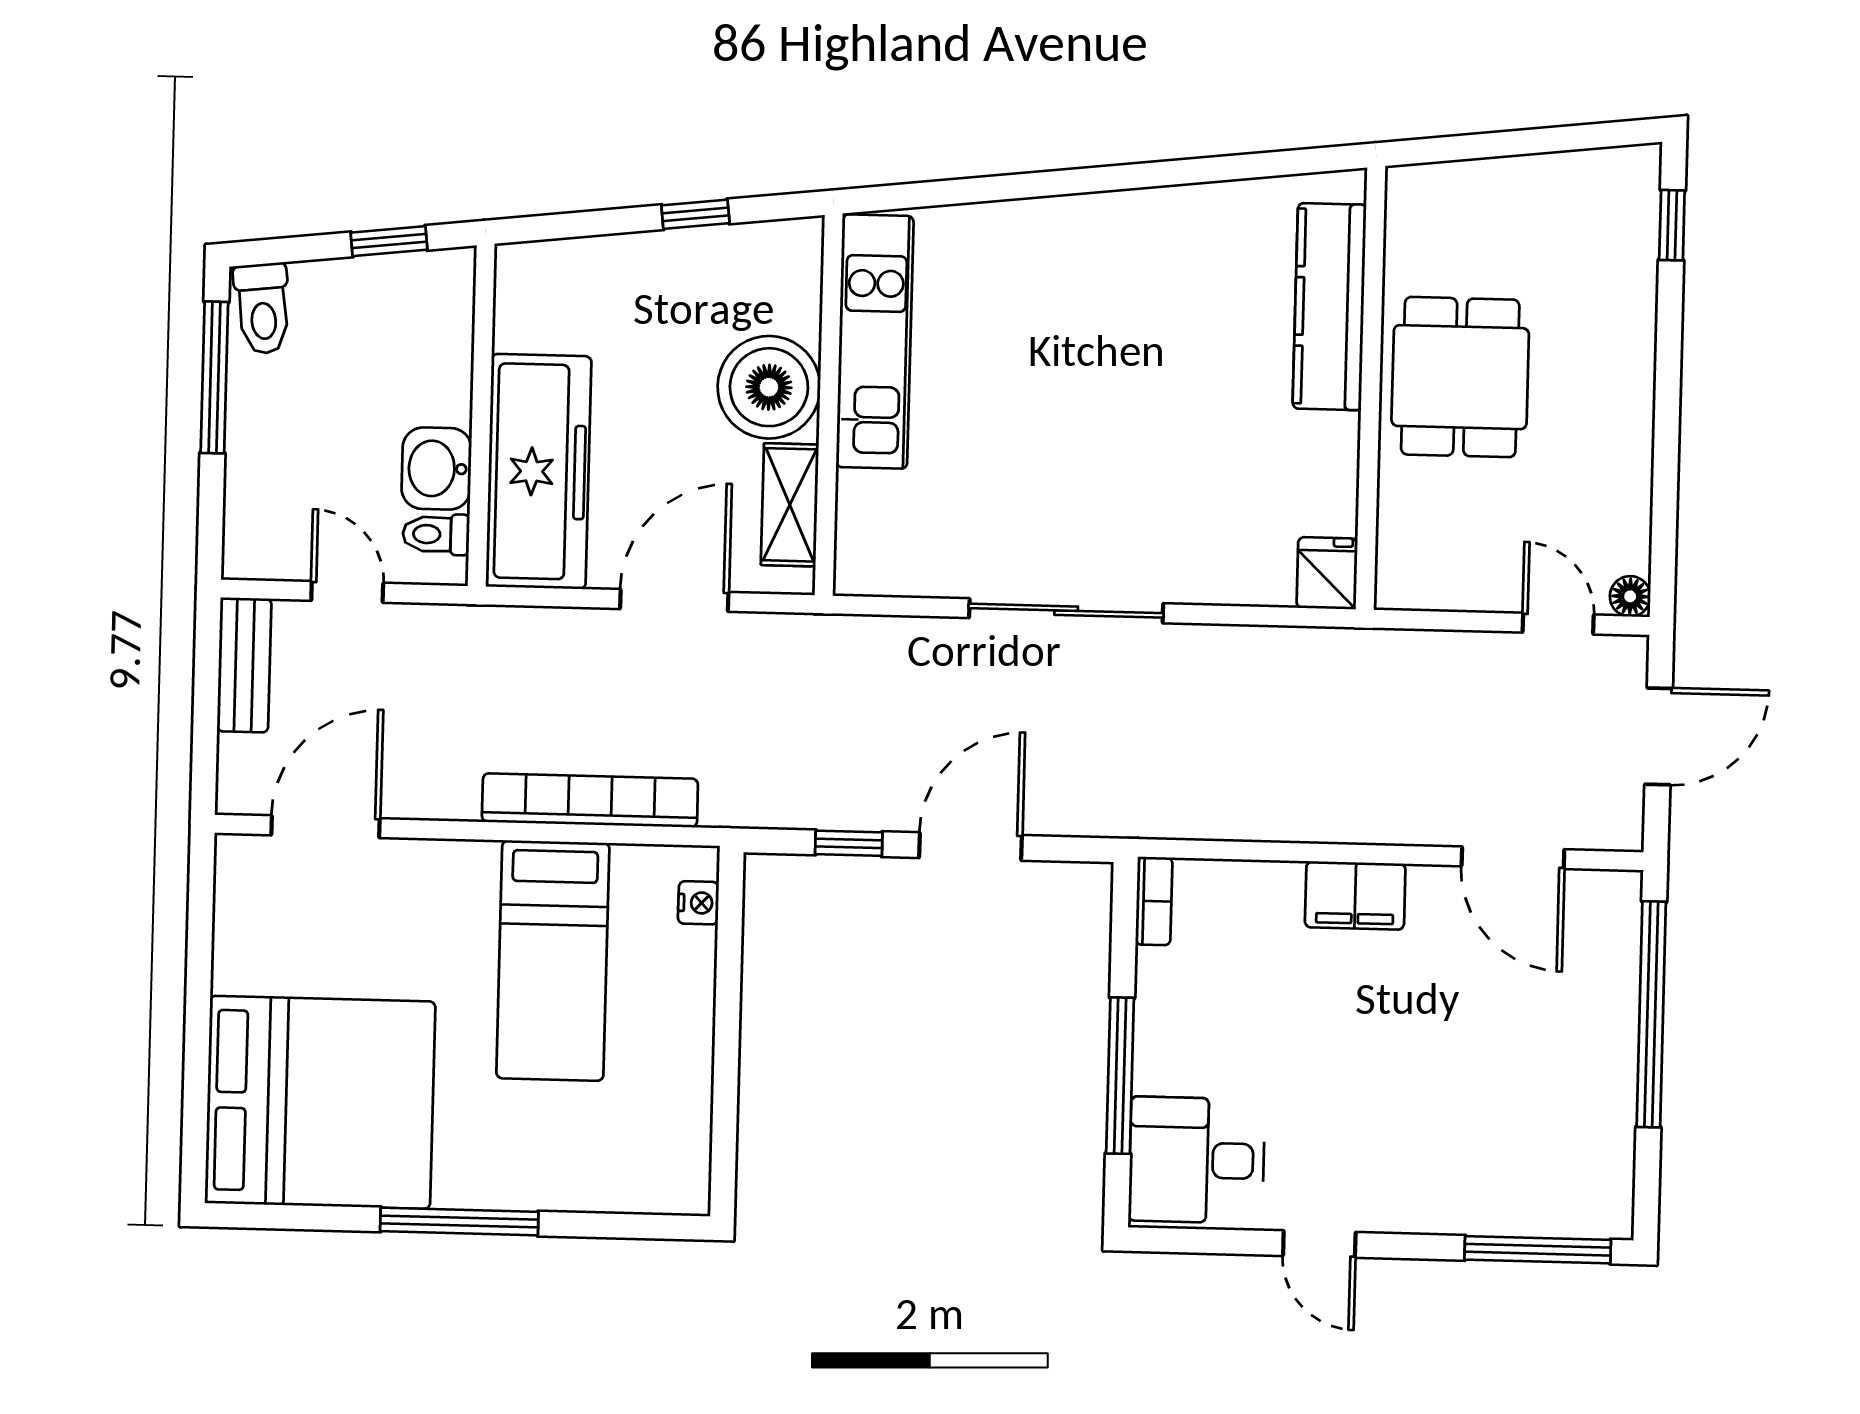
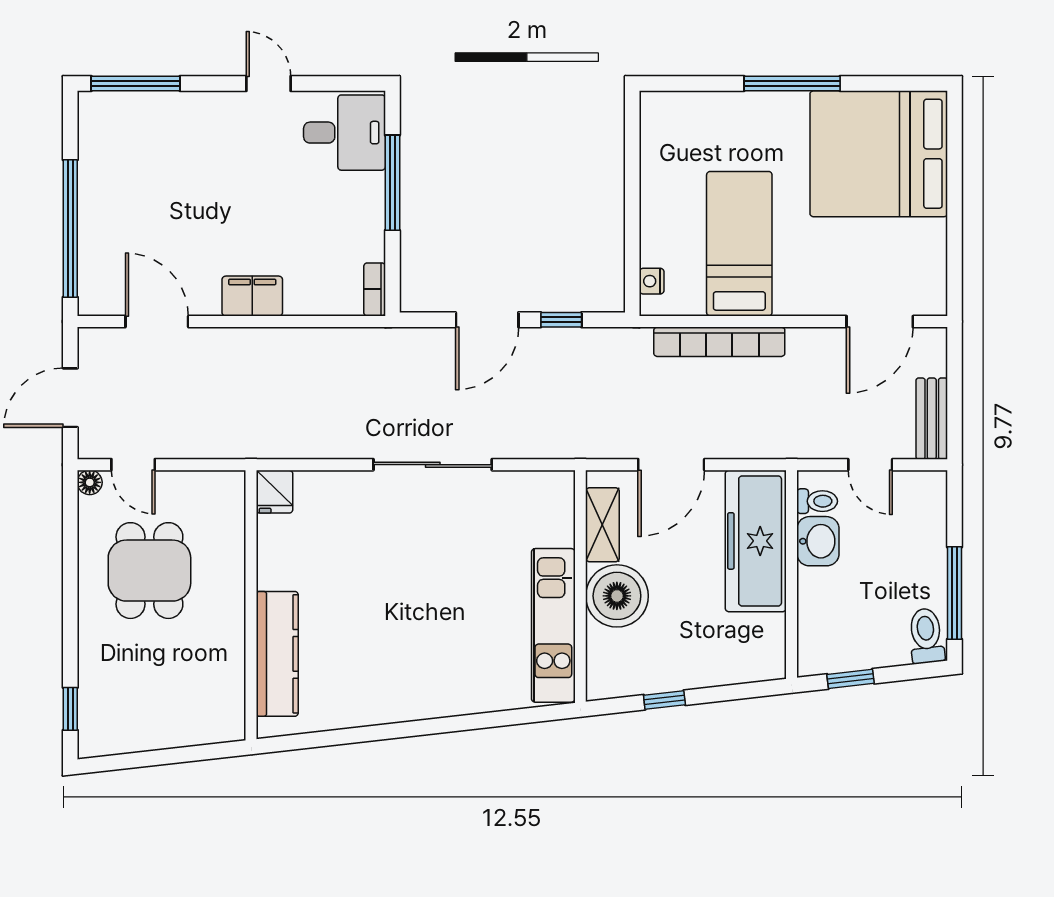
dining table: (1460, 377) -> (149, 571), moved

